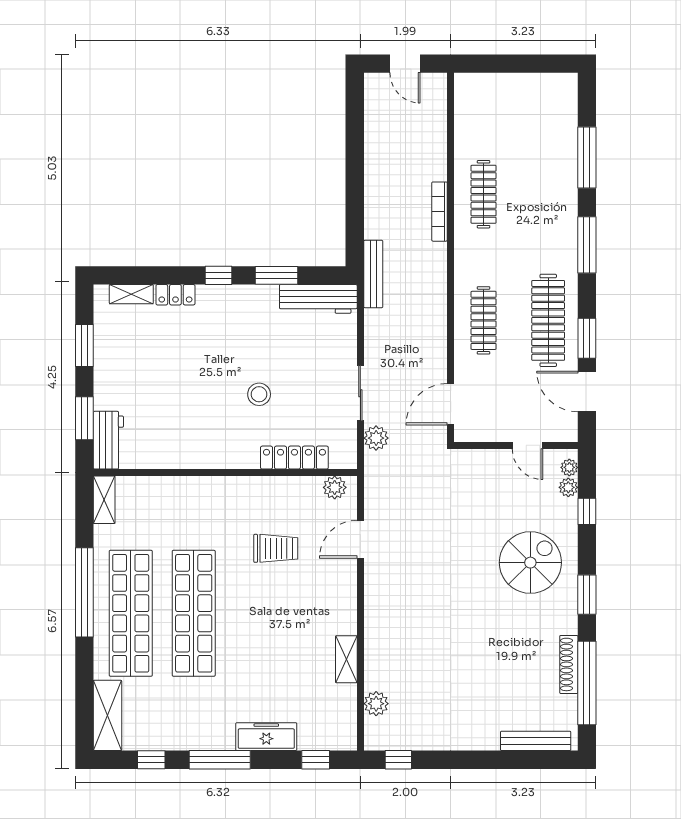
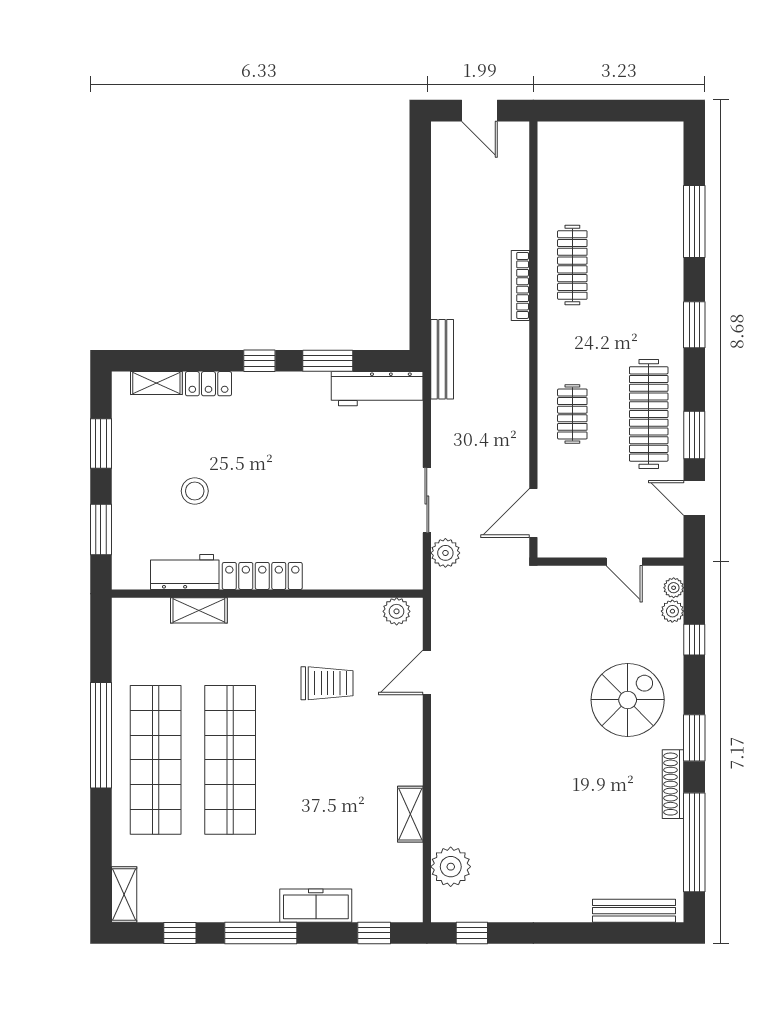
window: (587, 245) -> (694, 325), width x0.69
clothes rail: (484, 320) -> (572, 414), width x0.73
door: (587, 391) -> (694, 498), width x0.73
stool: (259, 394) -> (195, 491), moved
workbench: (108, 440) -> (185, 572), moved, turned -90
locker: (294, 458) -> (262, 576), moved
shelving: (104, 500) -> (199, 610), moved, turned 90
shoe rack: (569, 664) -> (673, 784), moved
plant: (376, 704) -> (451, 867), width x1.36, depth x1.36
shelving: (107, 715) -> (124, 894), width x0.67, depth x0.75

